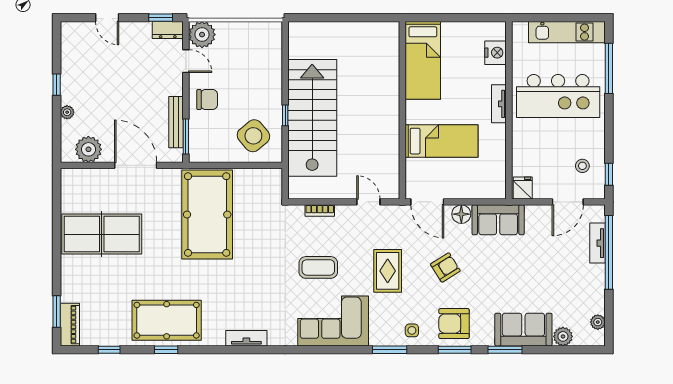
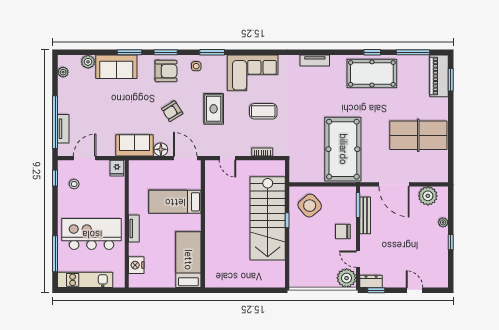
piano: (70, 325) -> (439, 76), width x1.37, depth x1.33
window: (109, 350) -> (413, 52), width x2.17

